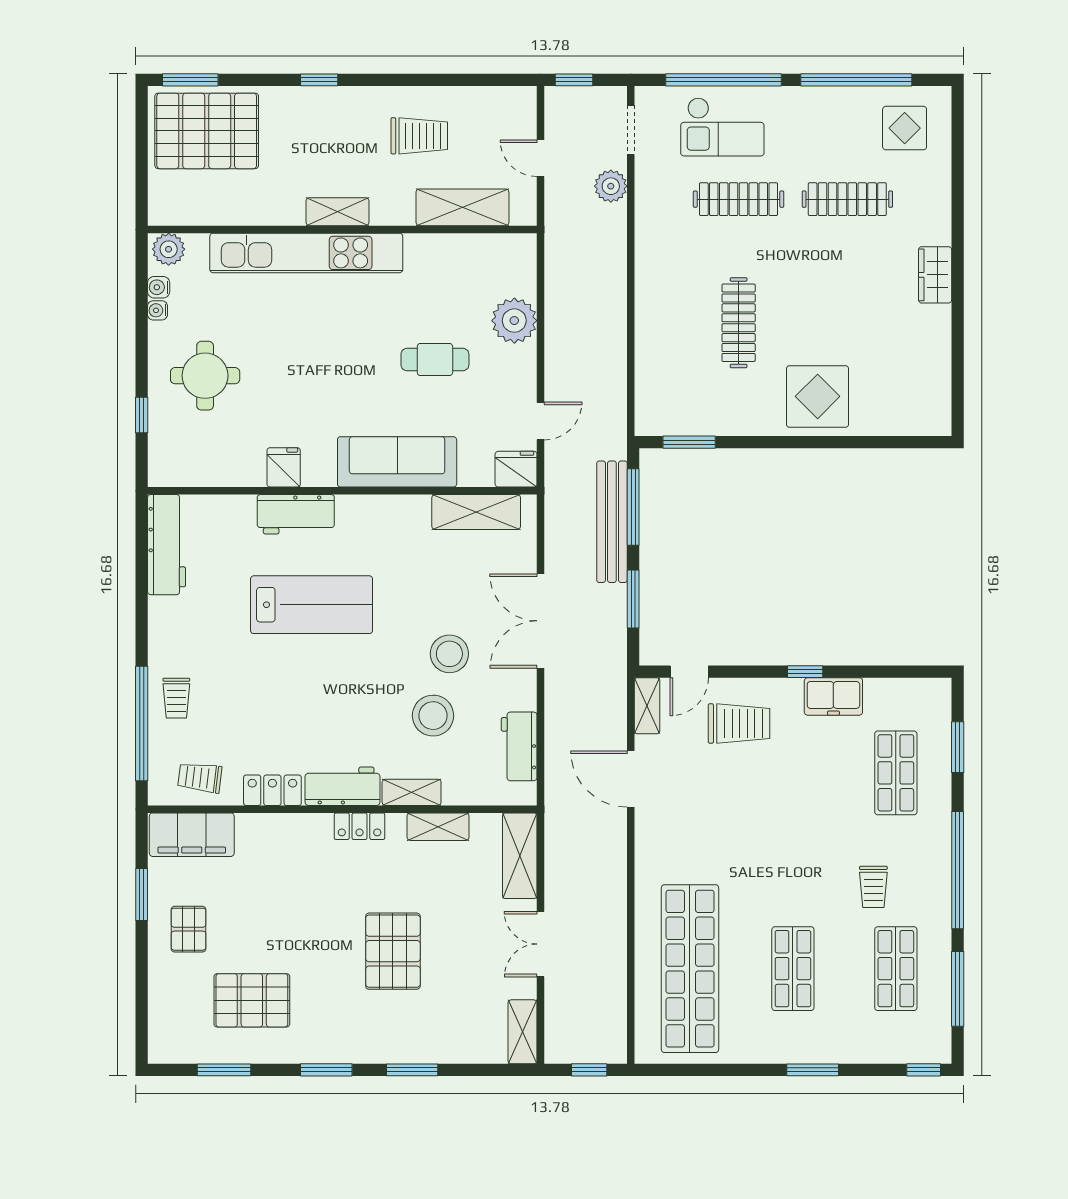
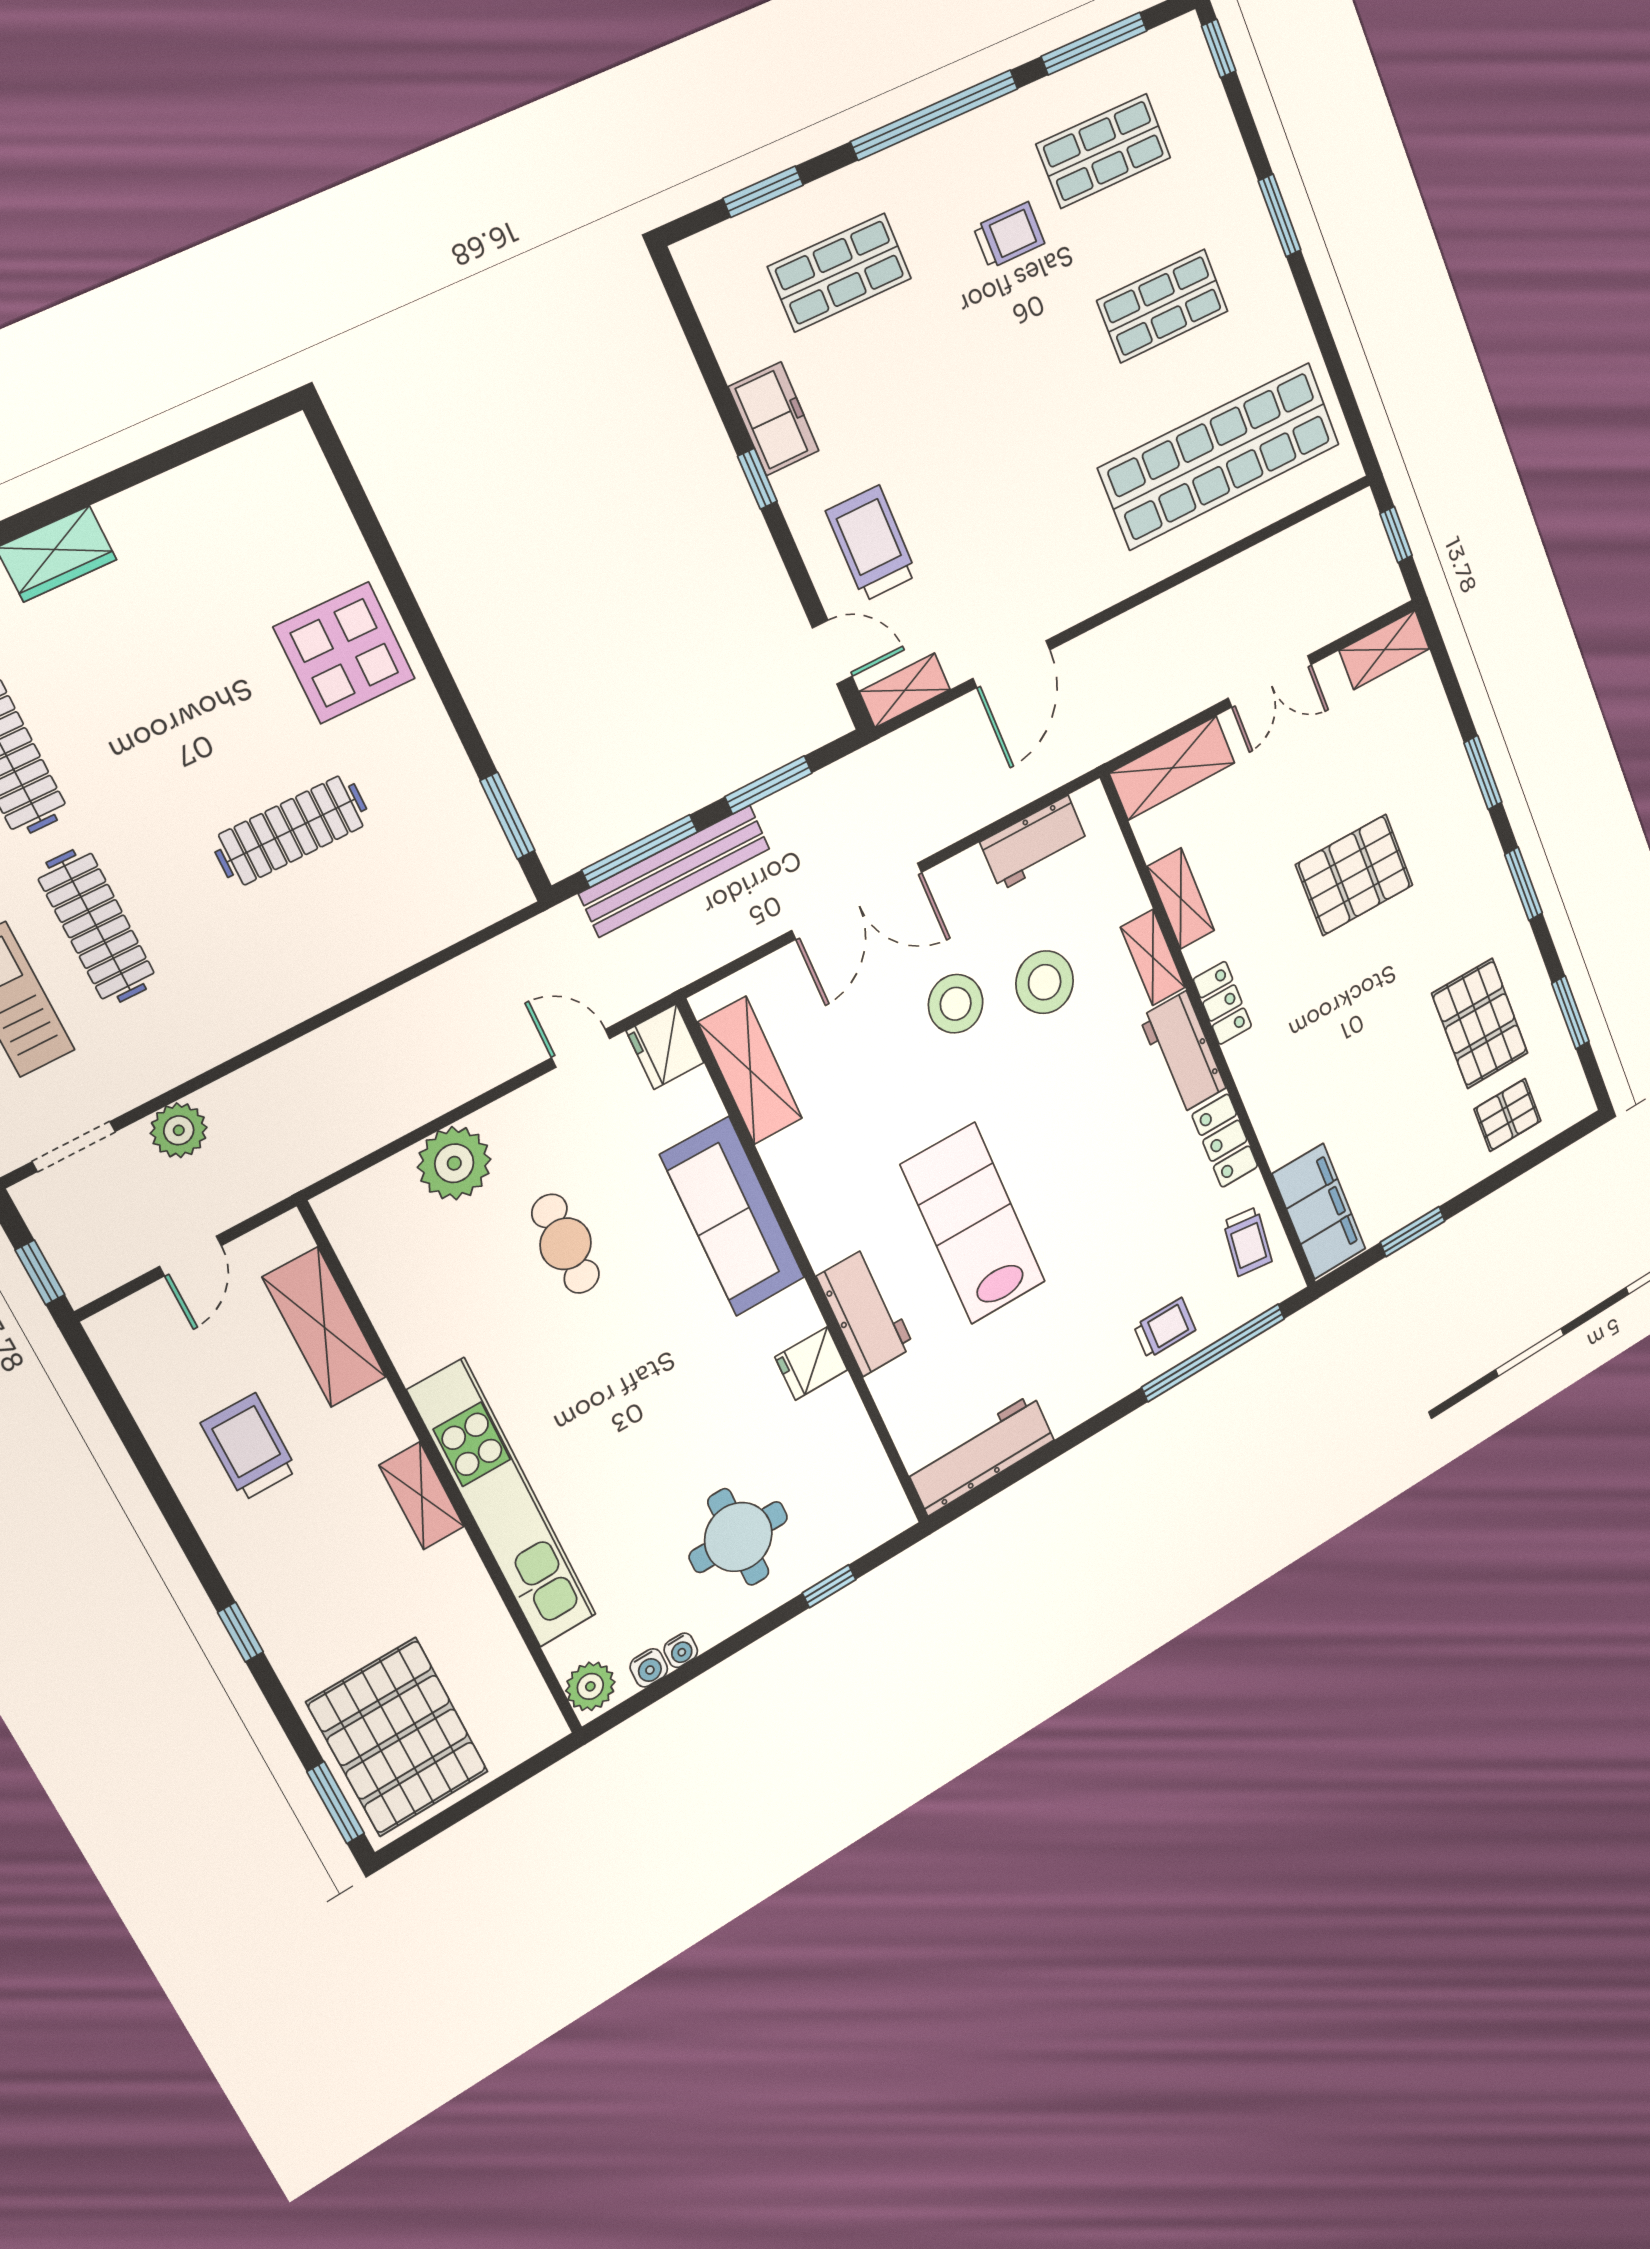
pallet: (189, 929) -> (1508, 1115), moved

